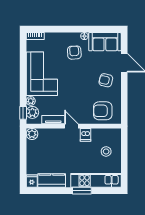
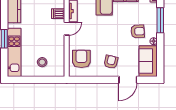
window: (63, 29) -> (160, 20), added
dishwasher: (86, 135) -> (58, 14), moved

